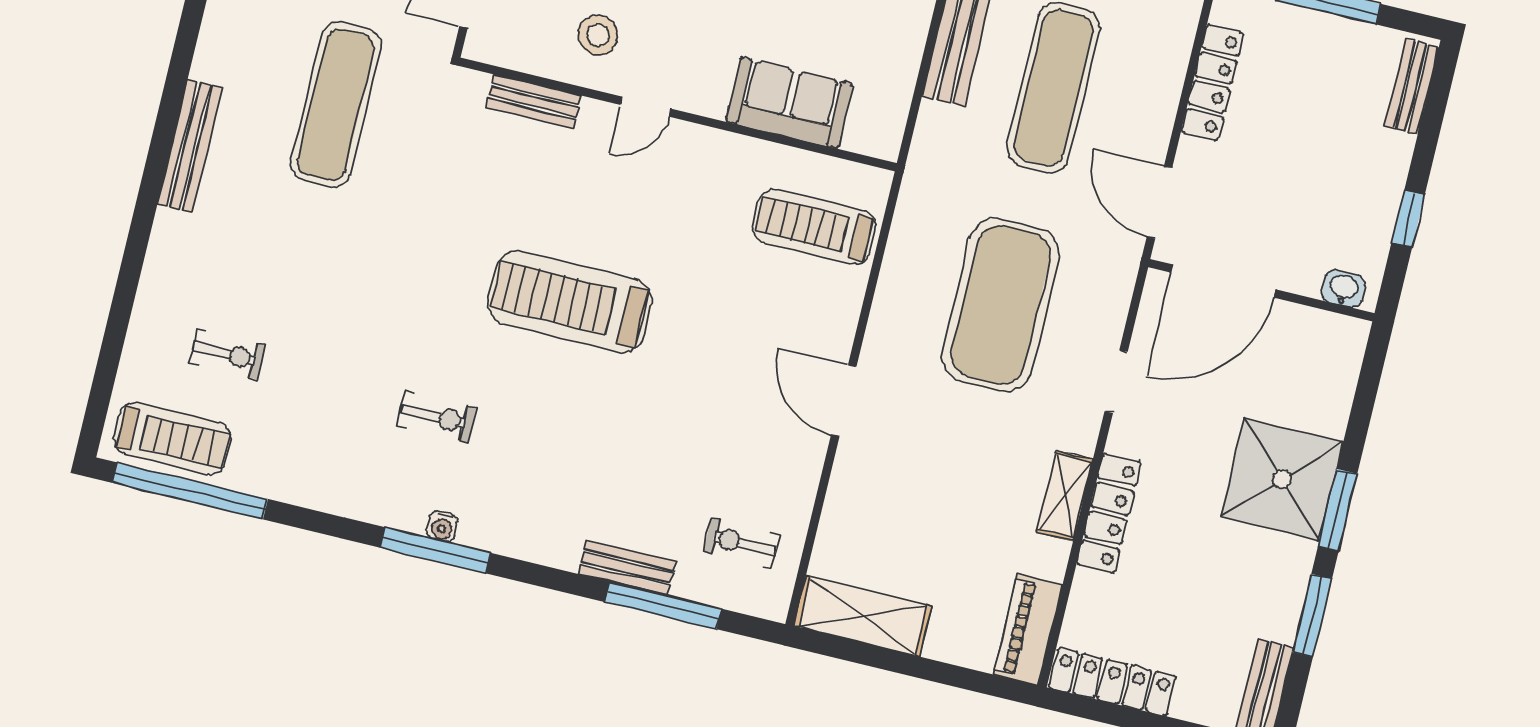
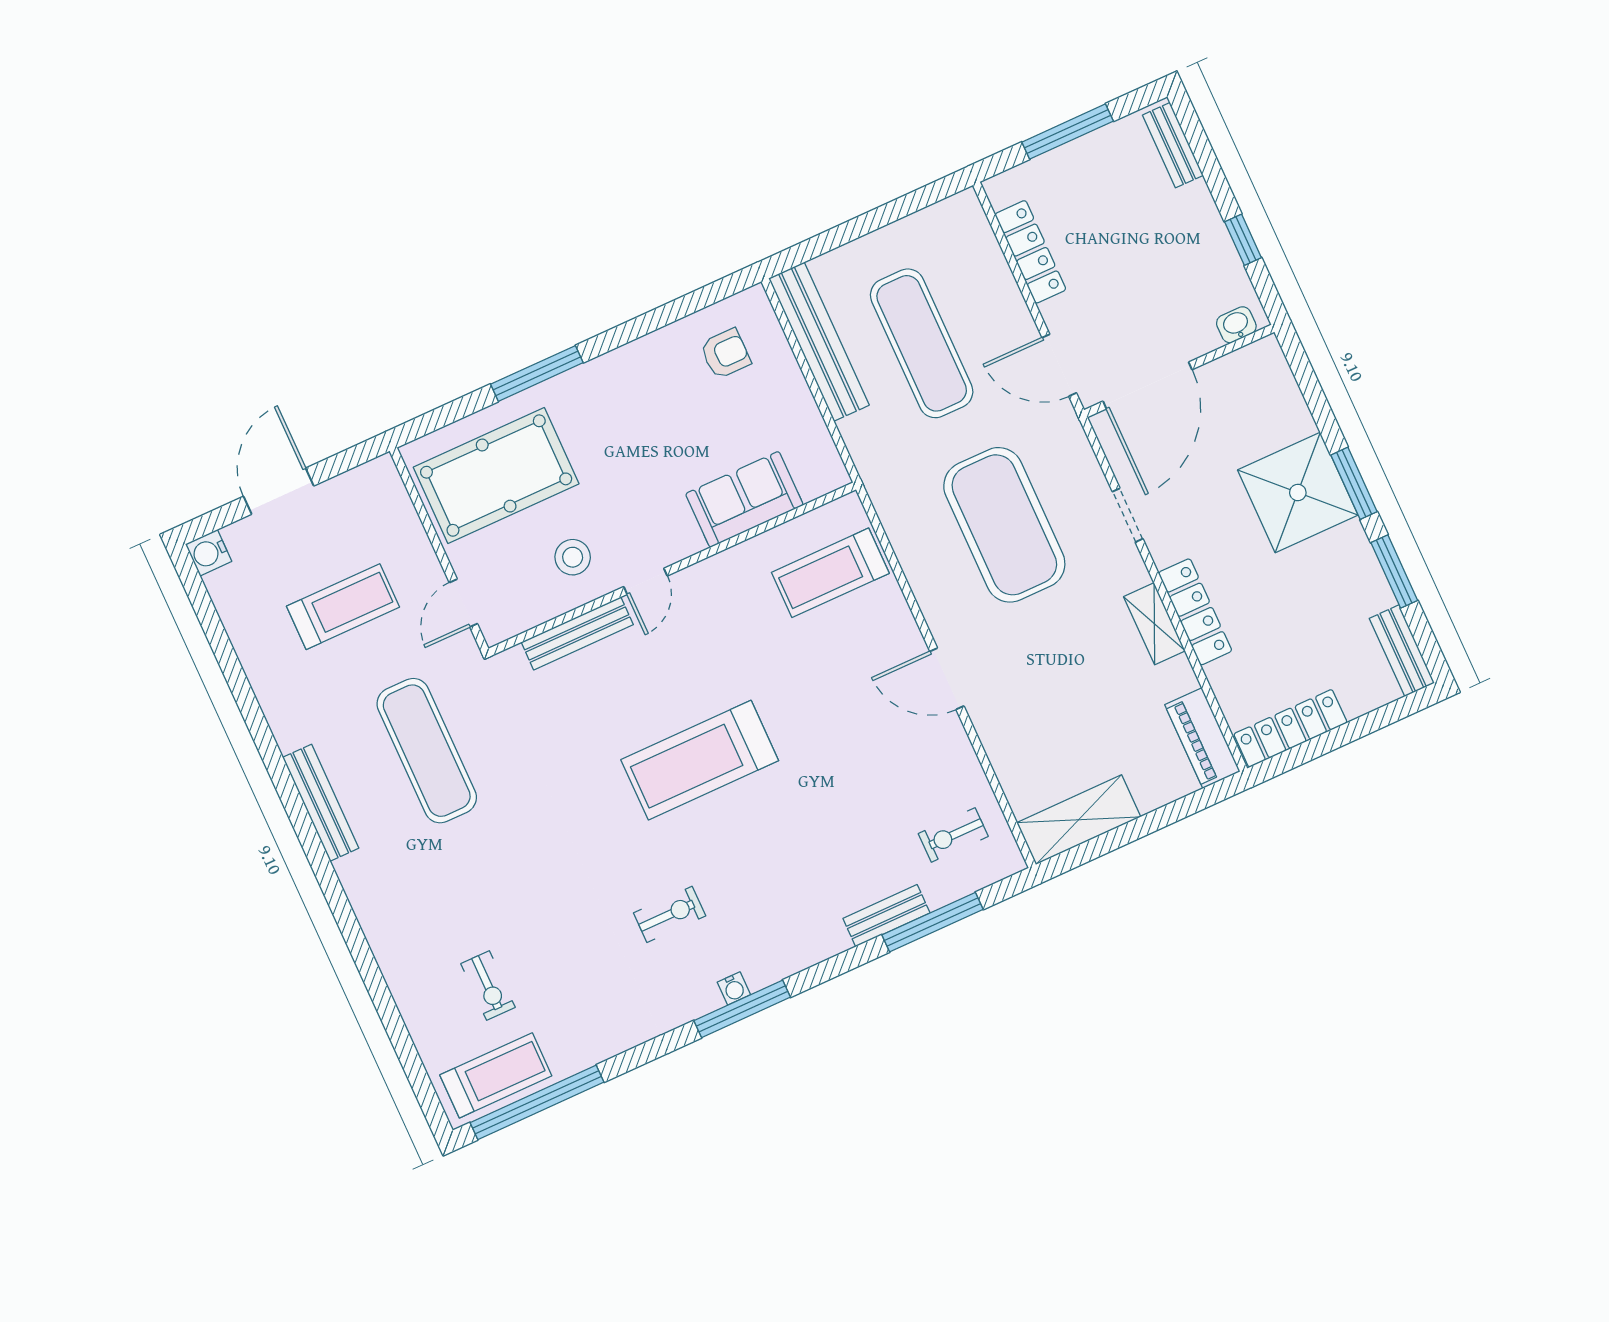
bench: (533, 102) -> (577, 633), width x1.36
bench: (190, 146) -> (321, 803), moved
exercise bike: (227, 354) -> (488, 986), turned 90

